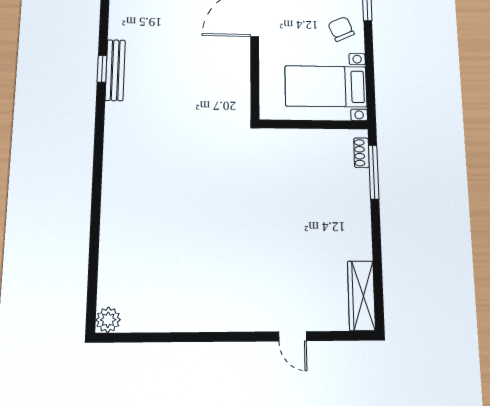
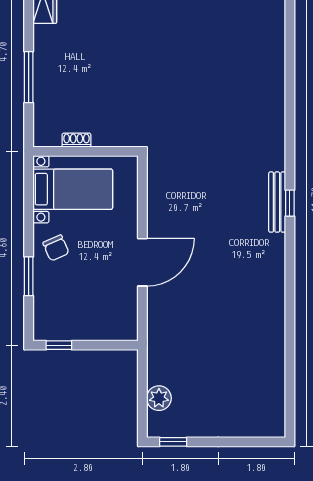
shoe rack: (361, 153) -> (76, 140), moved, turned -90
window: (374, 172) -> (29, 77), moved

